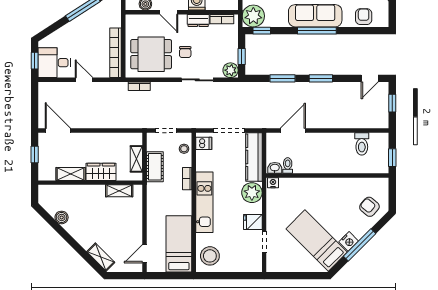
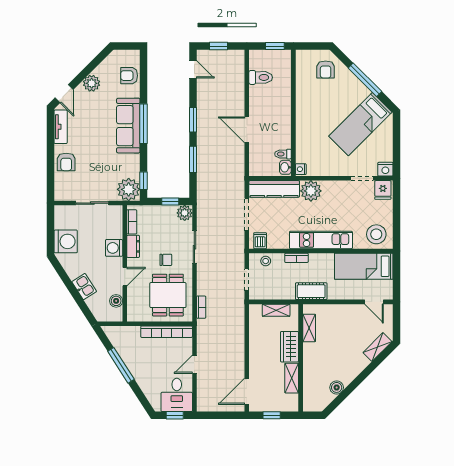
door: (293, 131) -> (247, 130), moved
cot: (155, 167) -> (311, 291), moved
armchair: (369, 207) -> (326, 70), turned -40
fridge: (253, 222) -> (383, 190), moved
nightstand: (349, 241) -> (385, 169), moved, turned 135

